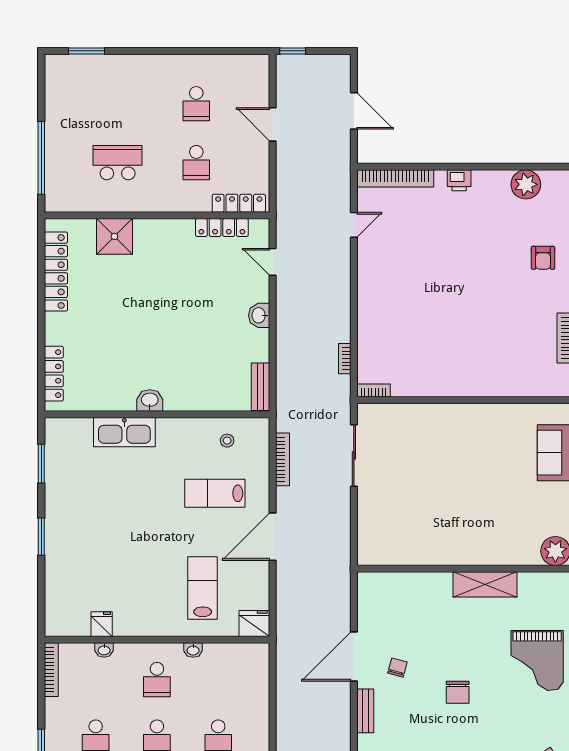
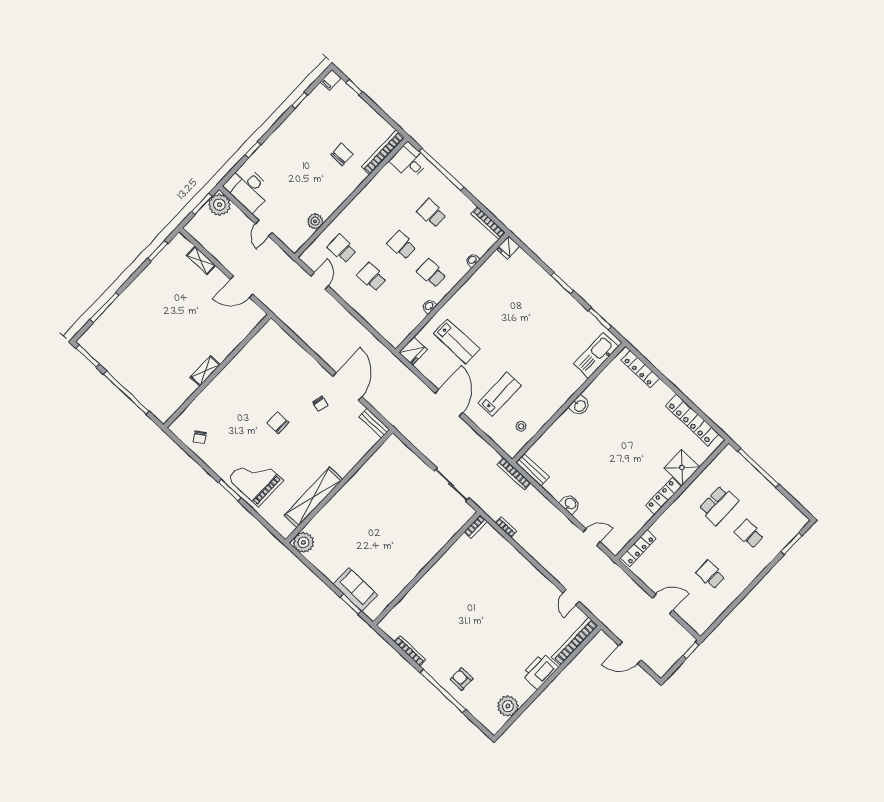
school desk: (196, 163) -> (749, 534), moved
printer: (459, 180) -> (540, 671), width x1.87, depth x1.48
locker: (222, 228) -> (663, 496), moved
kitchen sink: (124, 432) -> (596, 355), moved
bookcase: (282, 459) -> (514, 474), moved
shelving: (485, 584) -> (313, 497), width x1.47
fridge: (102, 624) -> (508, 247), moved, turned 90
bench: (365, 711) -> (374, 423), moved

